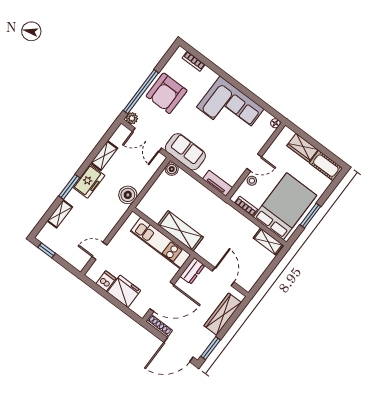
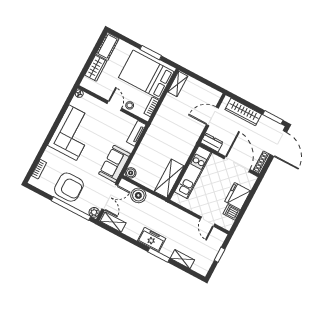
shelving: (104, 156) -> (113, 222), moved
boiler: (128, 195) -> (138, 195), moved
shelving: (181, 231) -> (169, 179), moved
window: (47, 250) -> (220, 255), moved

